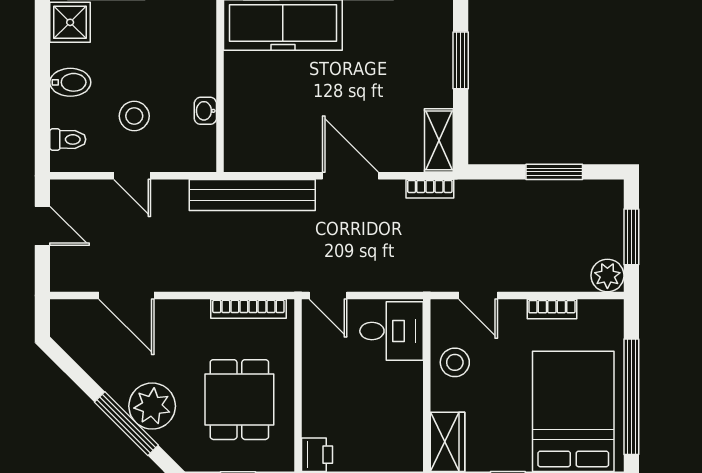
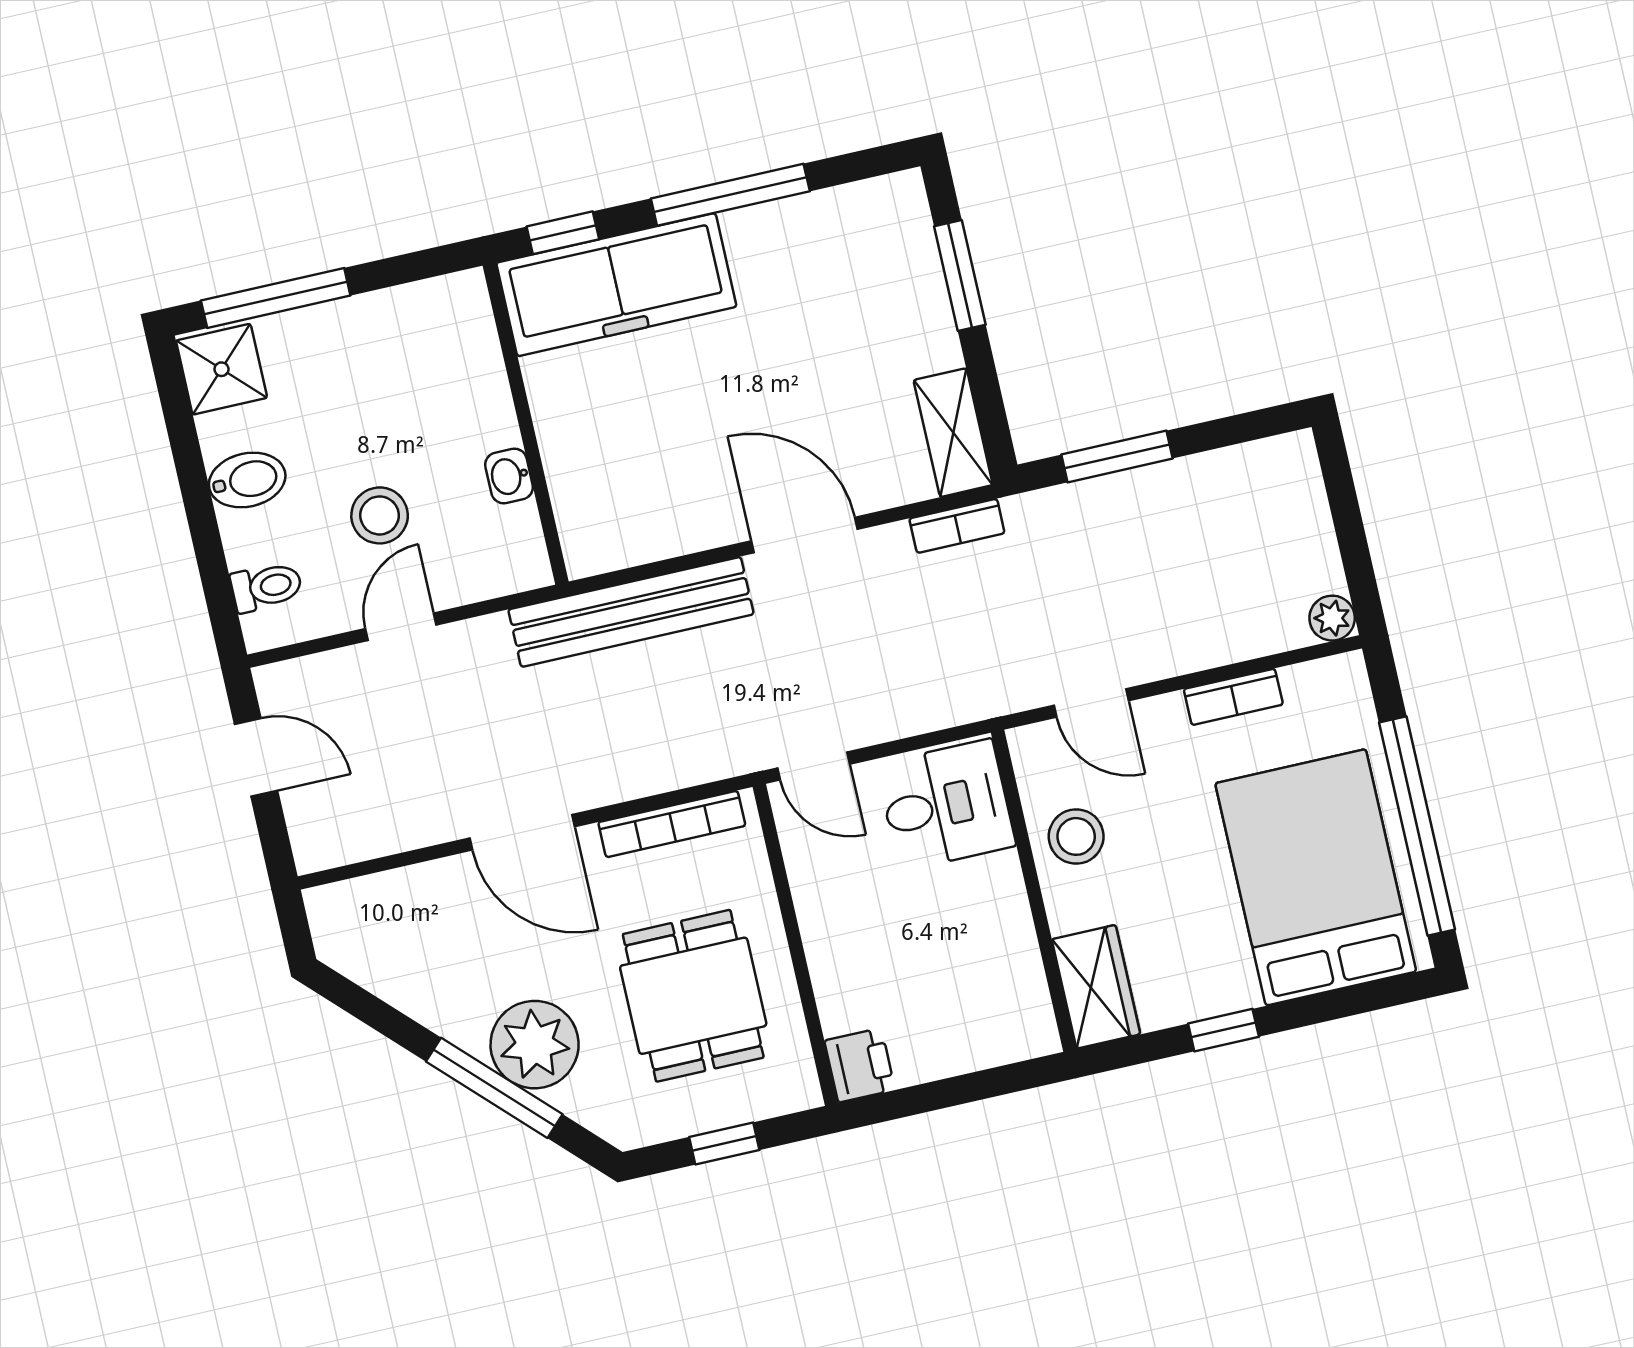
window: (554, 172) -> (1117, 456), moved
door: (132, 176) -> (401, 627), swing flipped
window: (631, 237) -> (1350, 530), removed
plant: (607, 276) -> (1332, 618), width x0.73, depth x0.73
door: (126, 295) -> (522, 832), moved

